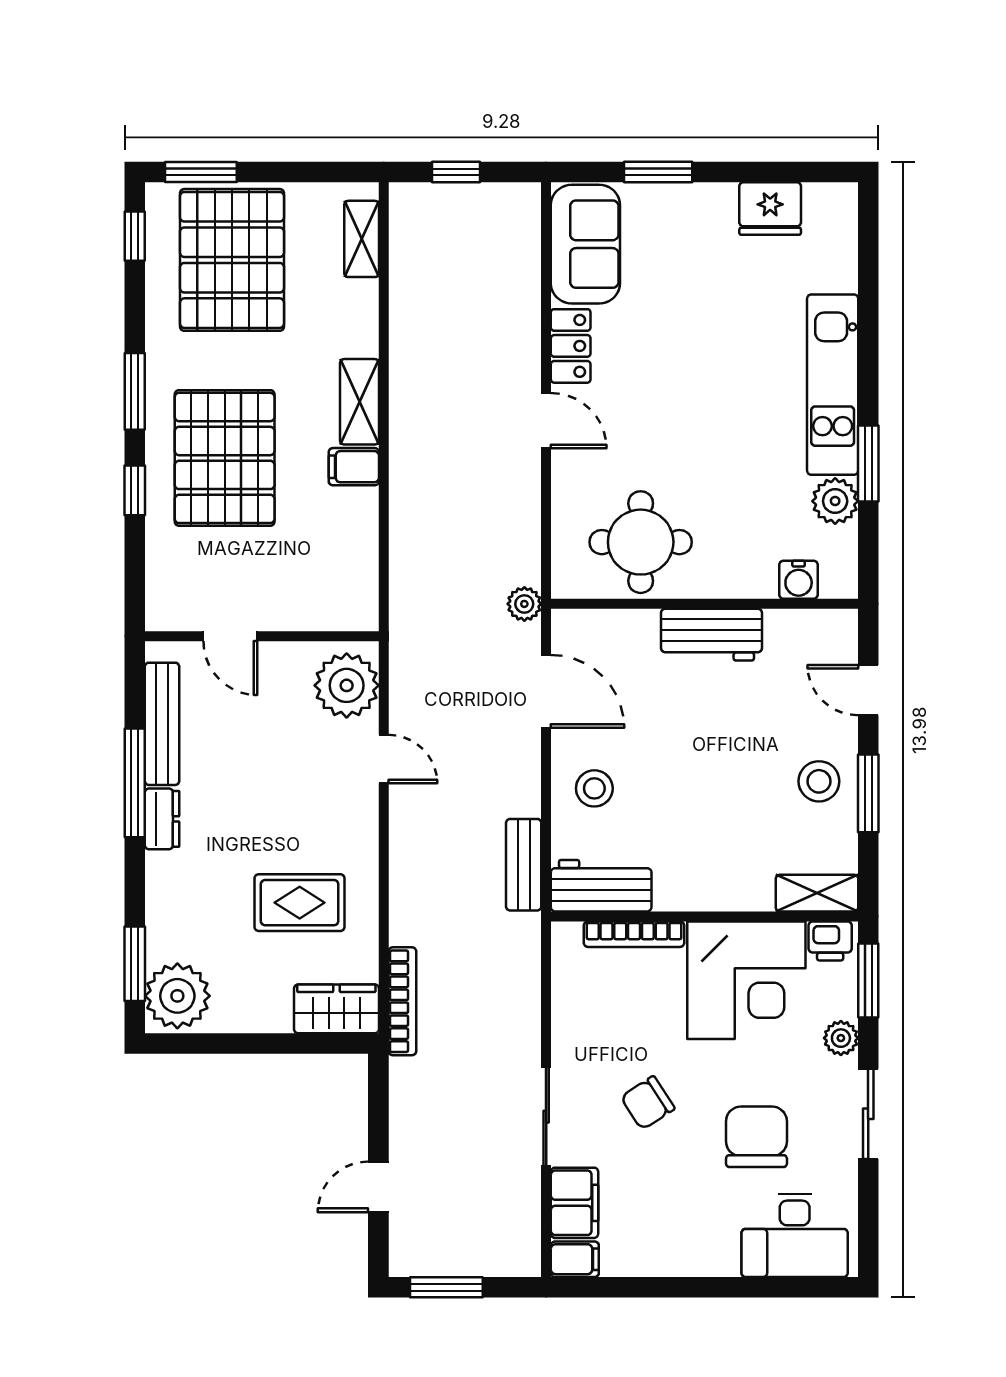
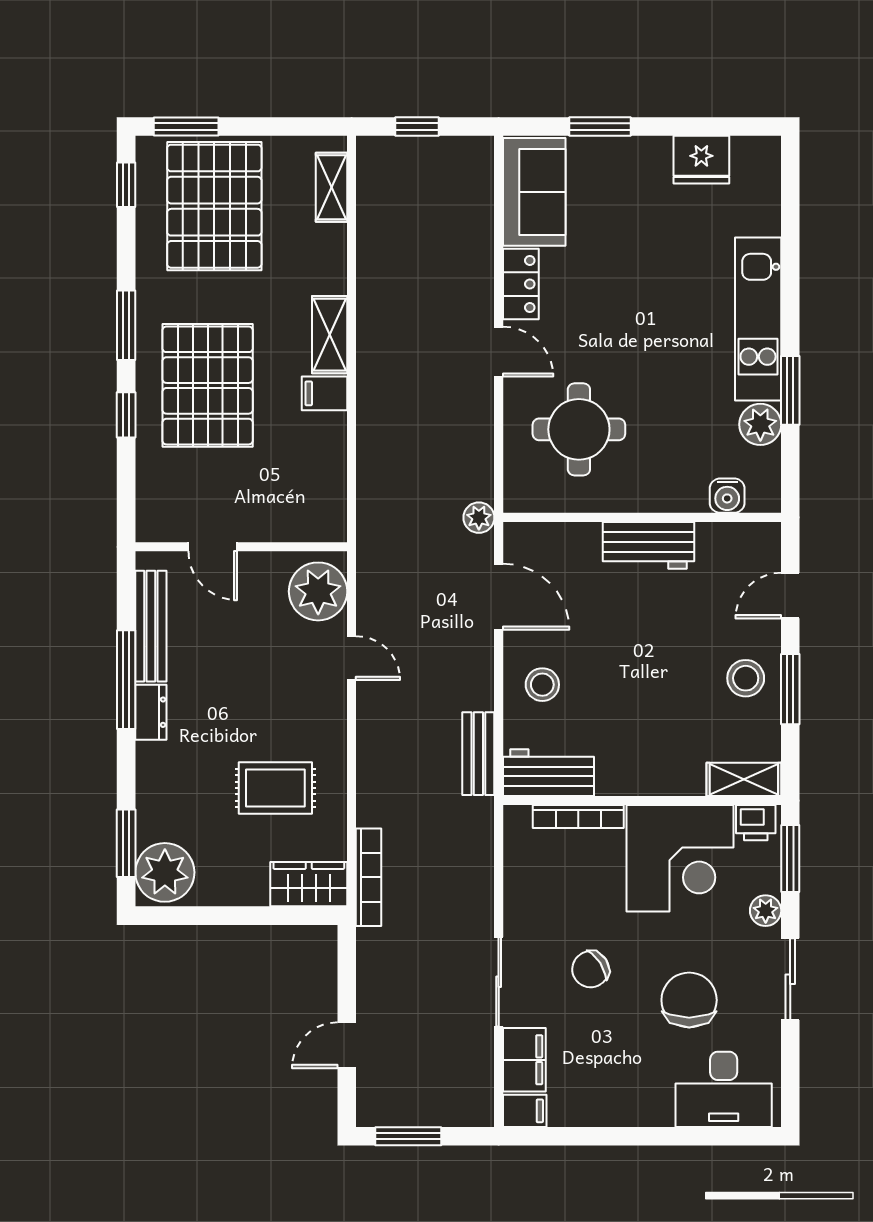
round table: (641, 542) -> (579, 429), moved
door: (868, 690) -> (790, 596), hinge flipped

